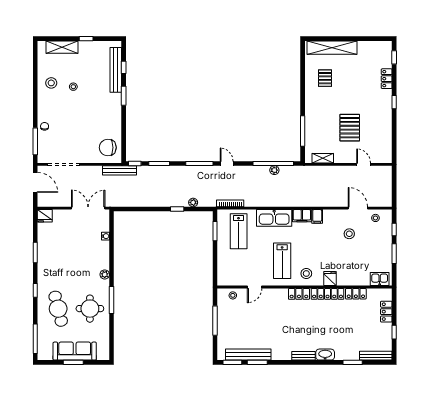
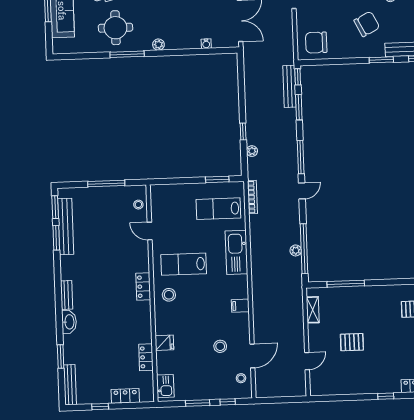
chair: (94, 106) -> (367, 24), added
pallet: (350, 128) -> (352, 342), width x0.67, depth x0.71
chair: (108, 148) -> (316, 43), turned -90
bench: (120, 170) -> (289, 86), moved
filing cabinet: (302, 216) -> (240, 287), removed
fridge: (330, 279) -> (164, 343), moved
locker: (328, 294) -> (145, 322), removed

